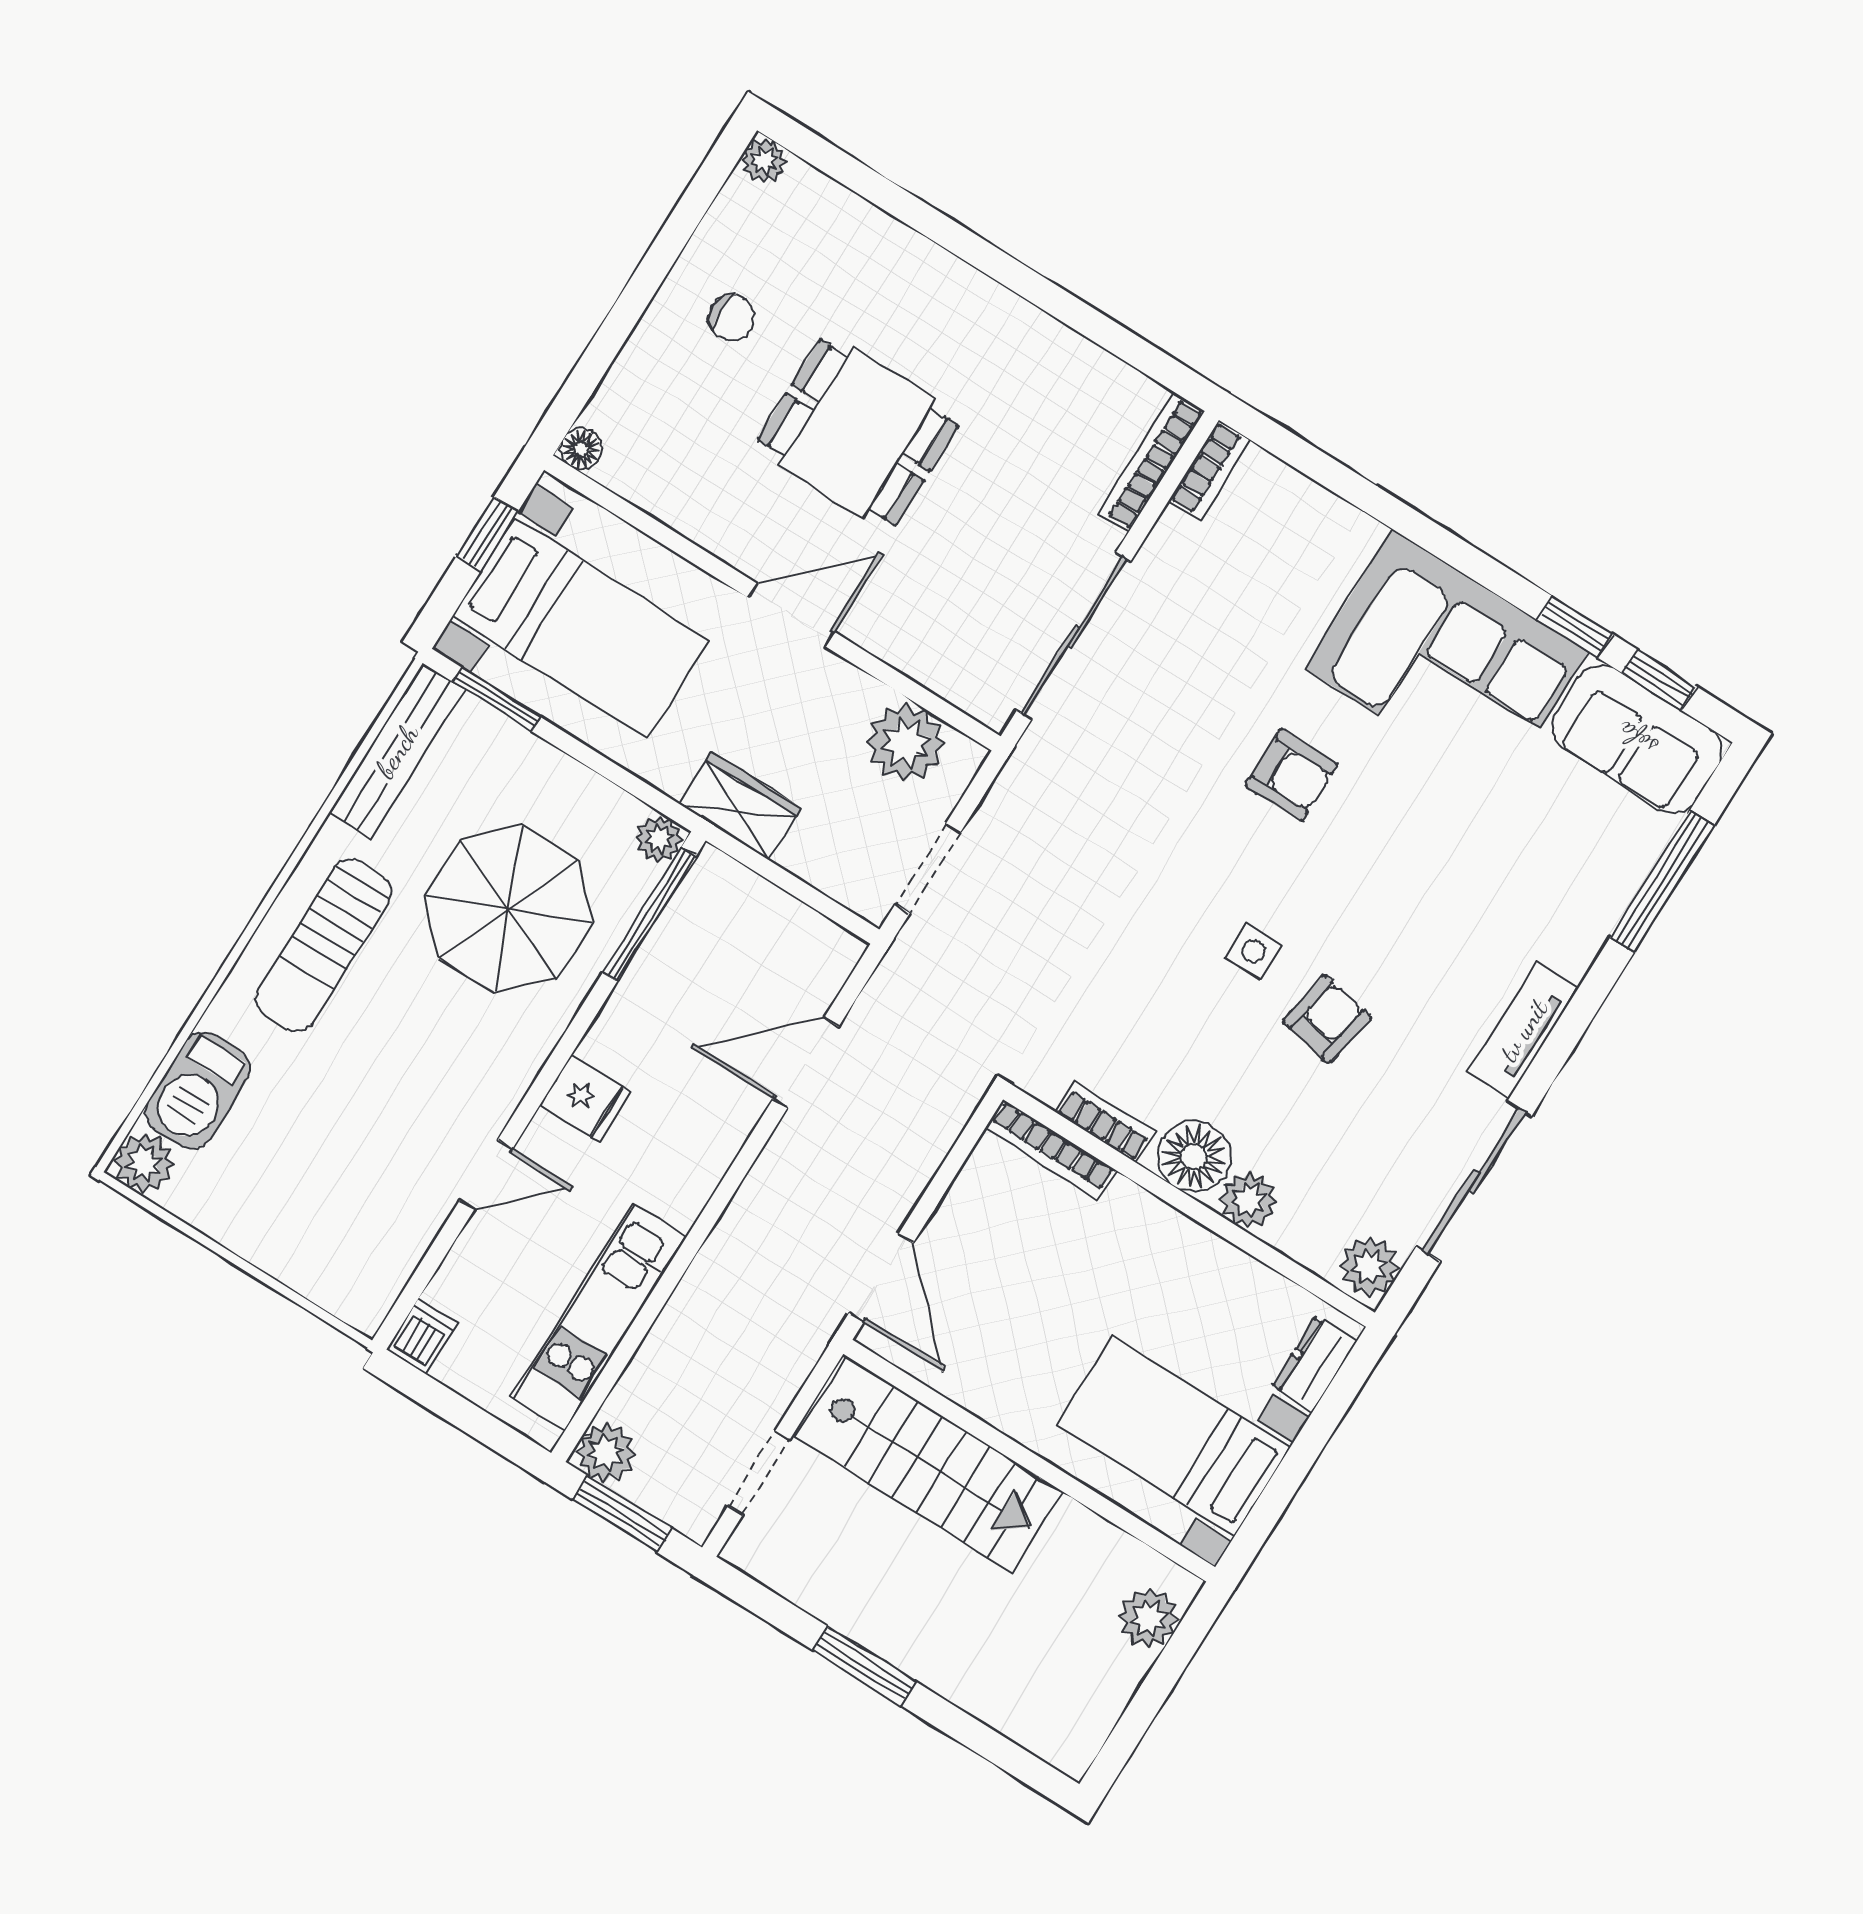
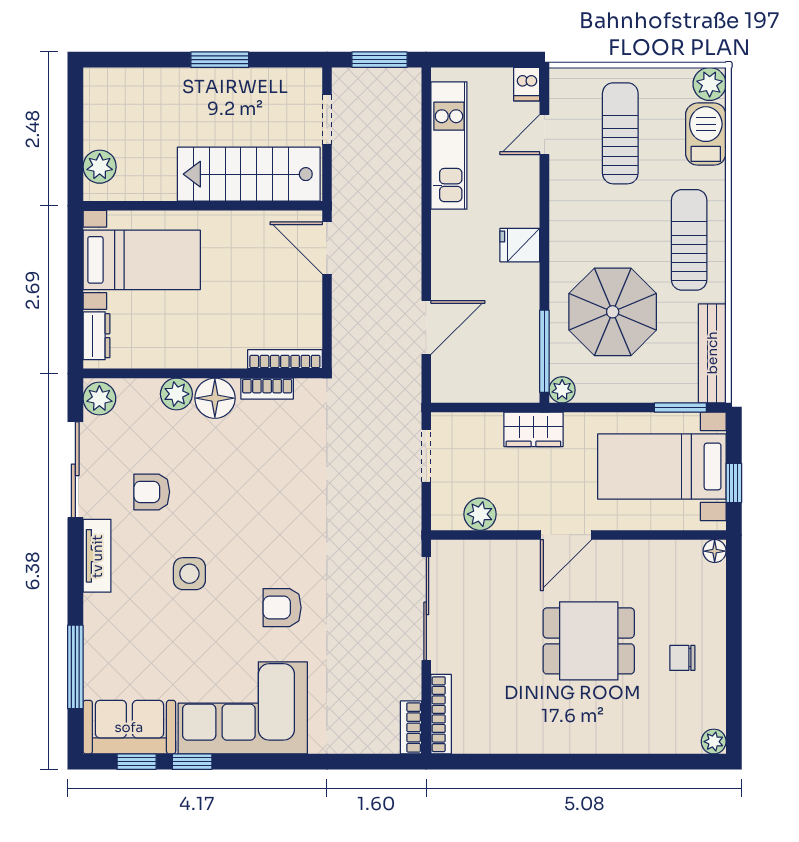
plant: (905, 743) -> (480, 514), width x0.73, depth x0.73
side table: (1253, 951) -> (189, 574), moved, width x1.37, depth x1.37
armchair: (1327, 1019) -> (152, 492), moved, turned 80
sun lounger: (327, 1173) -> (620, 133), added
door: (486, 1175) -> (544, 135), moved
plant: (606, 1453) -> (405, 84), removed

